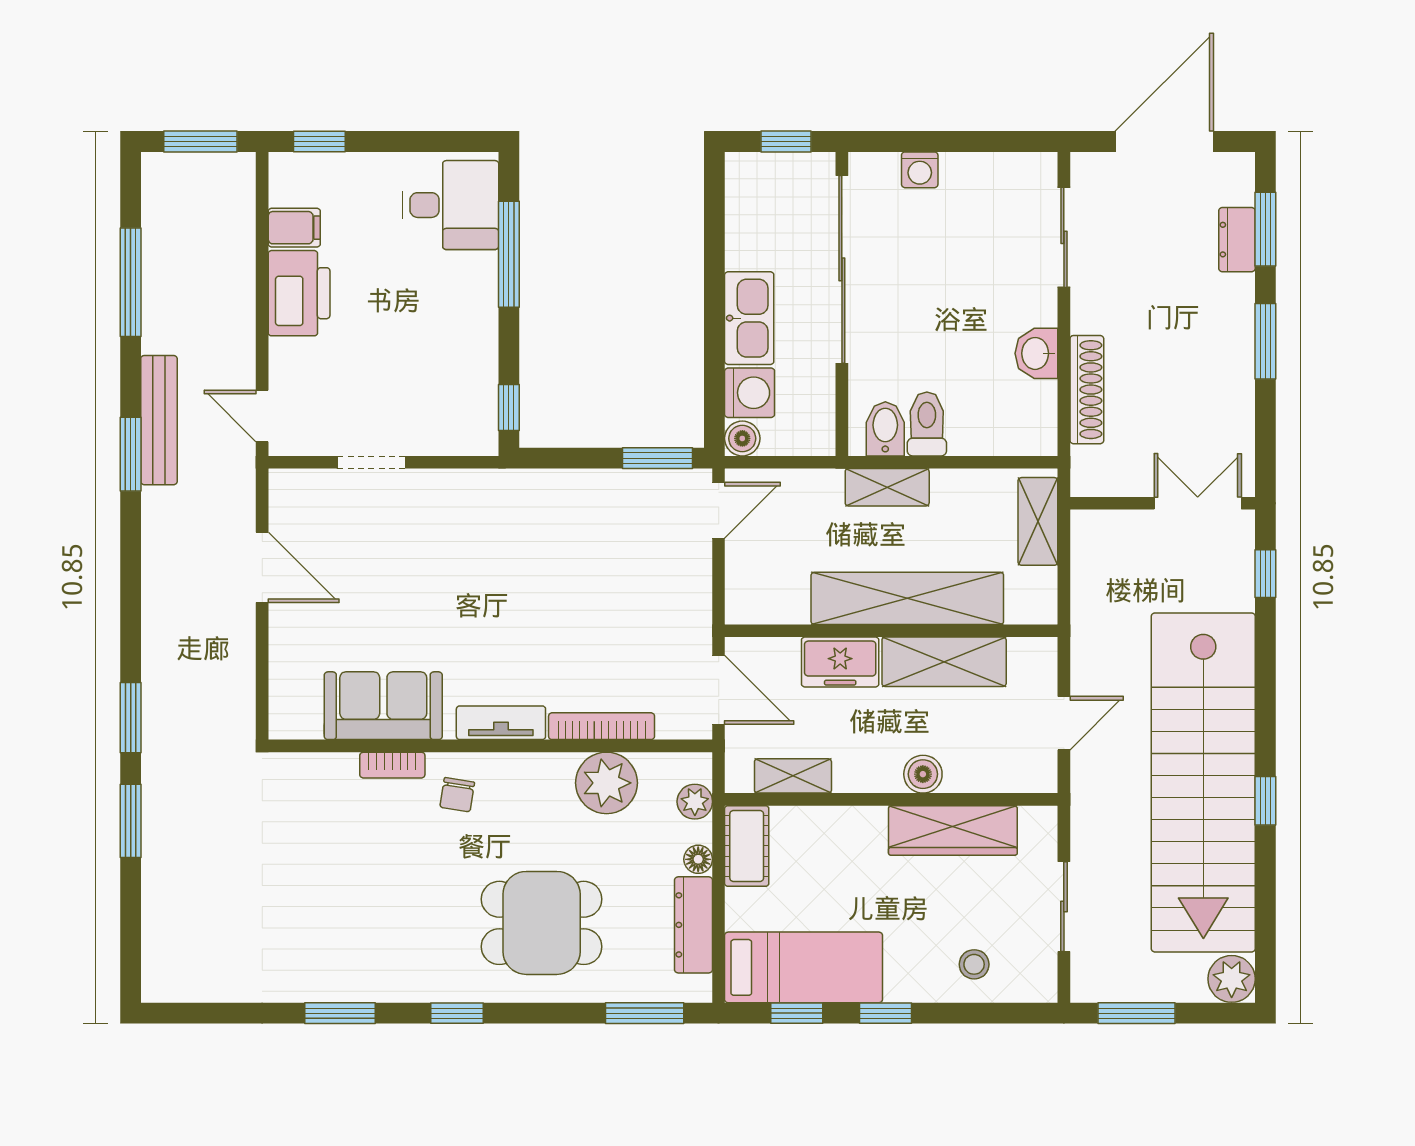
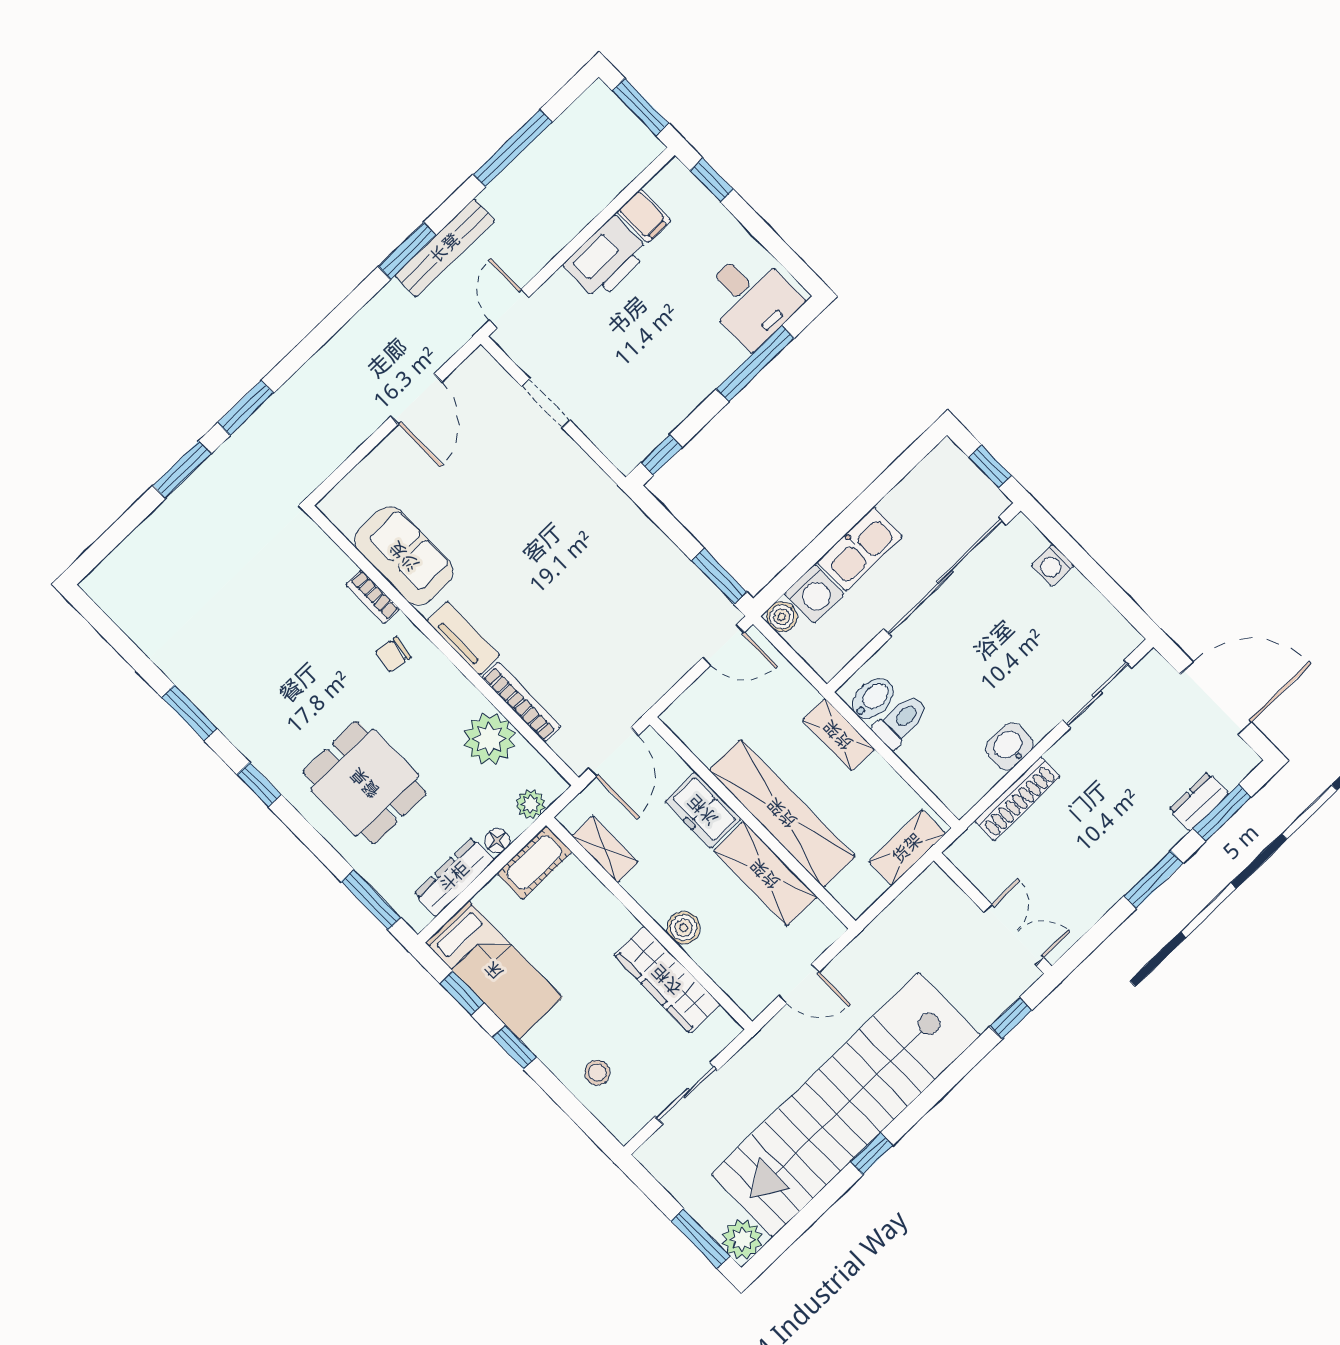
window: (1136, 1013) -> (700, 1239), moved

